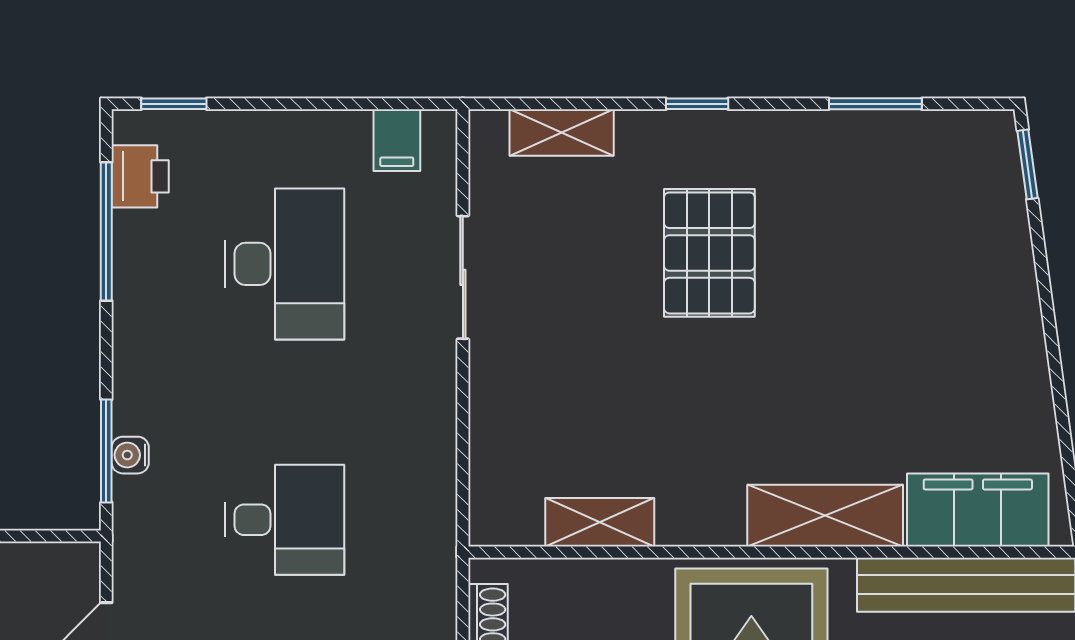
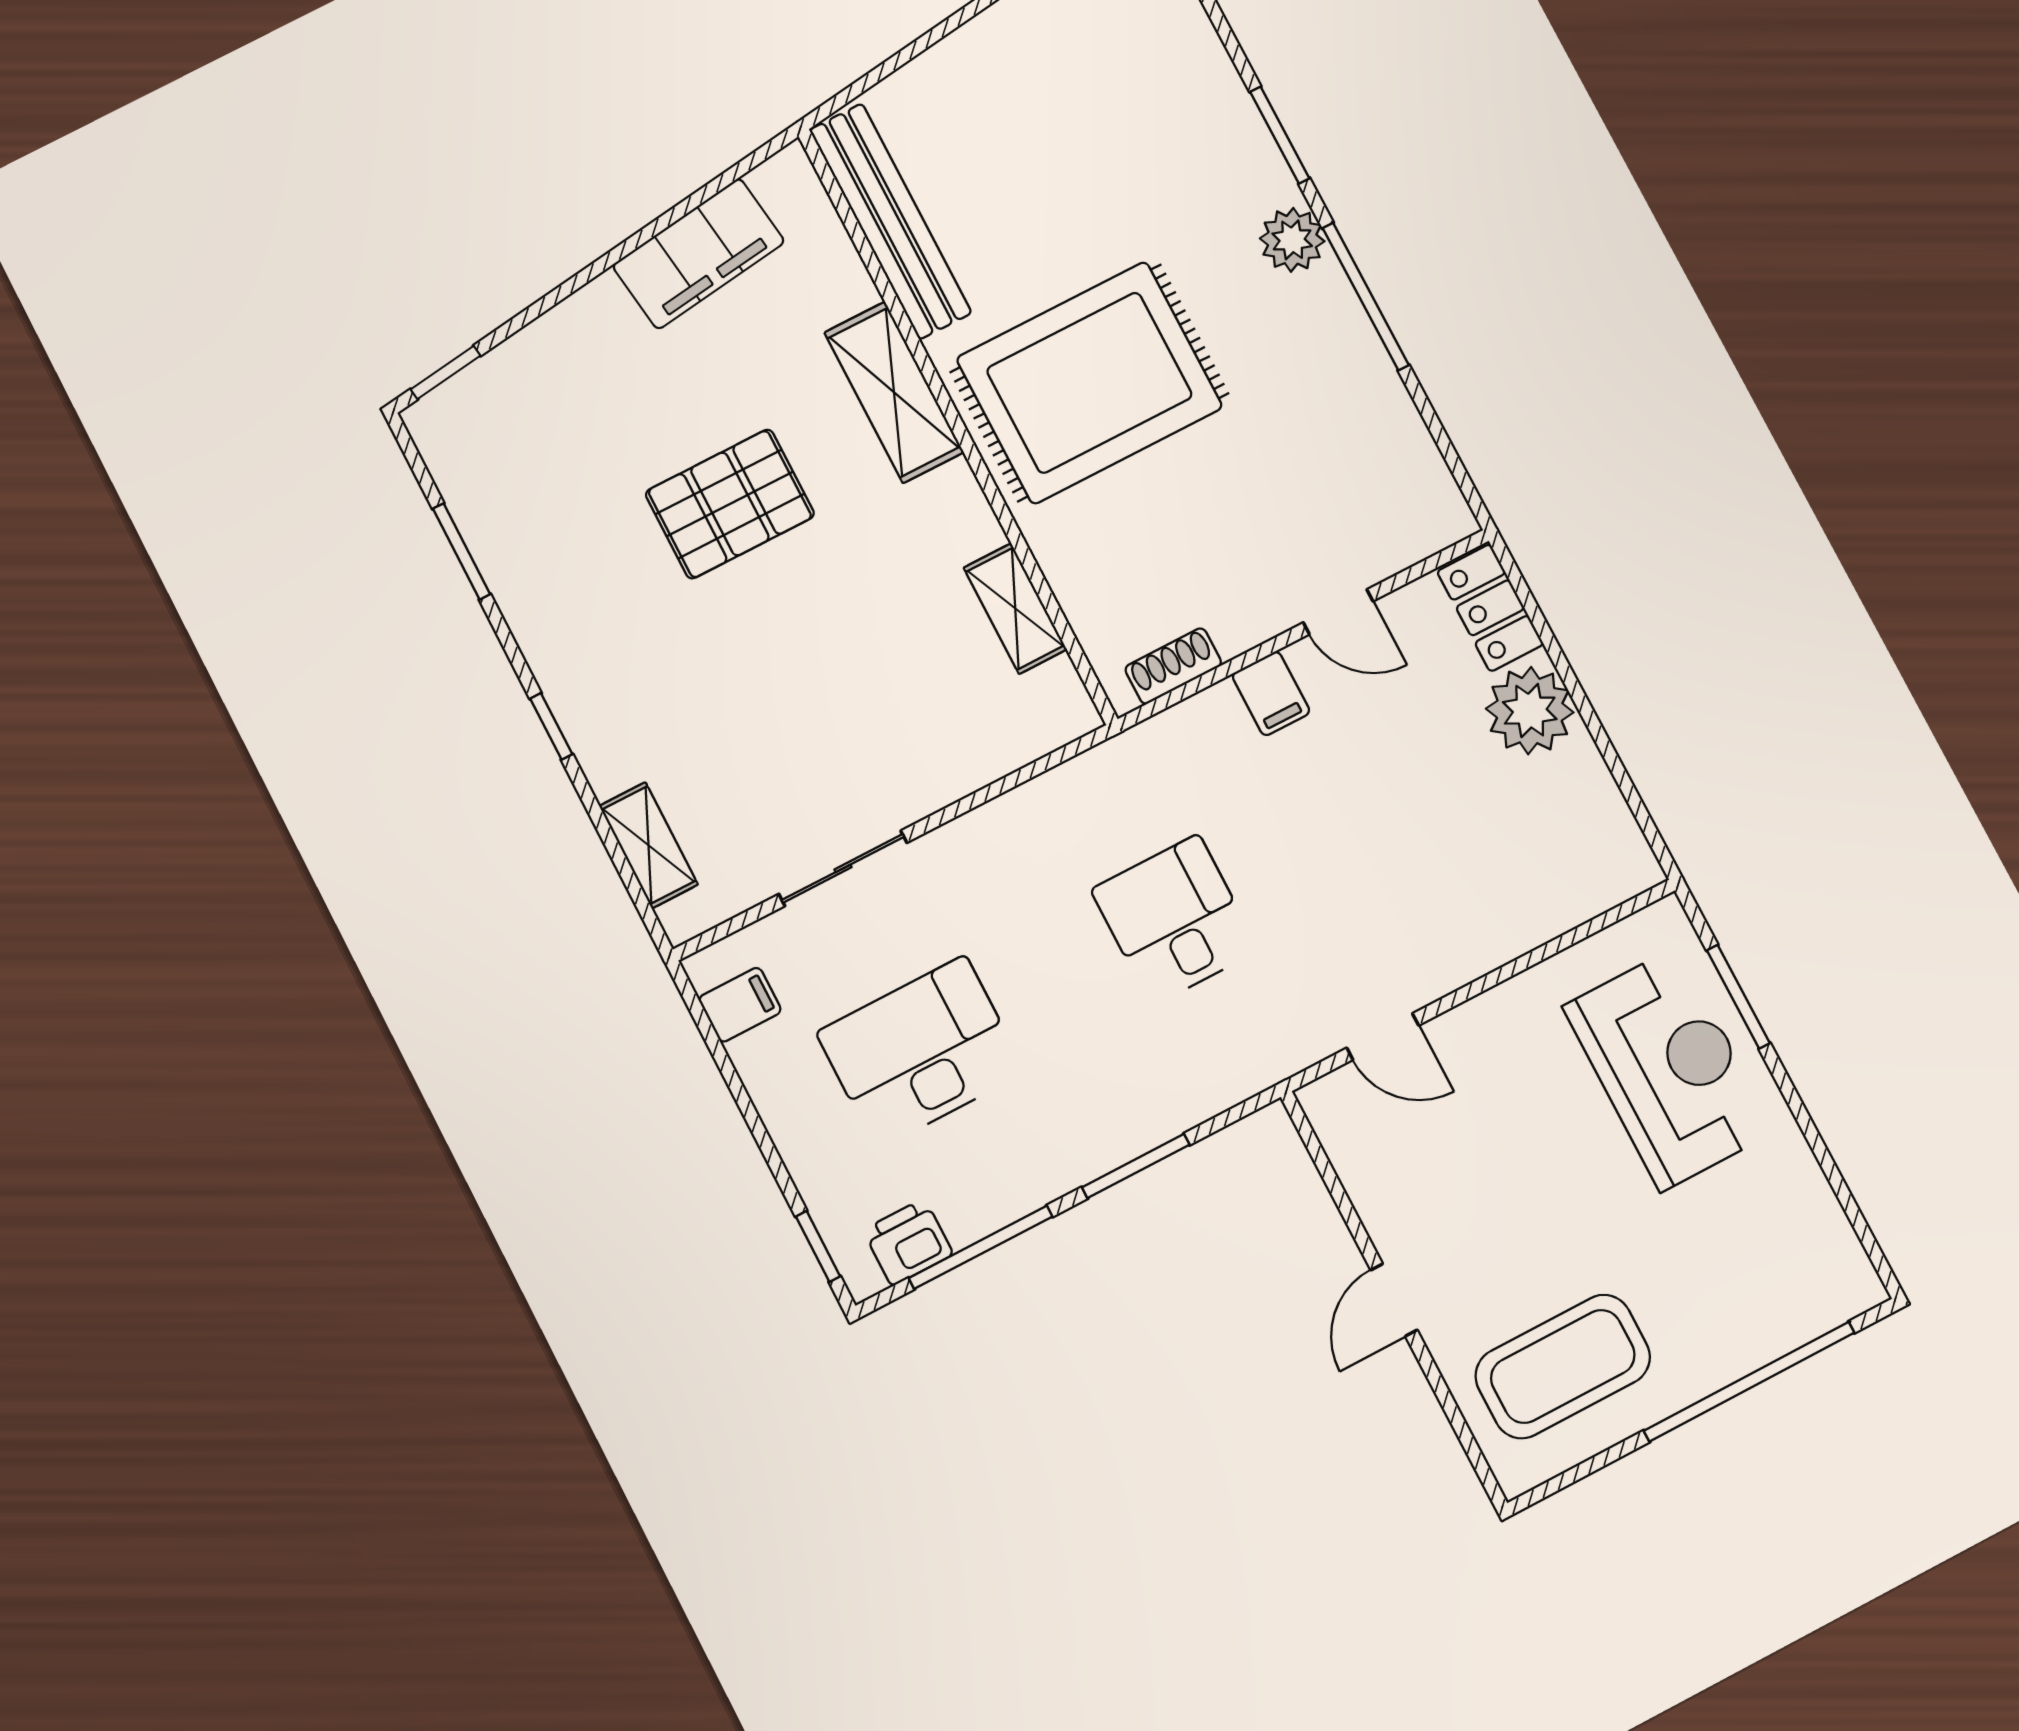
pallet: (709, 253) -> (730, 504), moved
window: (106, 451) -> (1136, 1166), moved
water cooler: (130, 455) -> (1191, 1107), removed
filing cabinet: (978, 510) -> (699, 254), moved, turned -98

